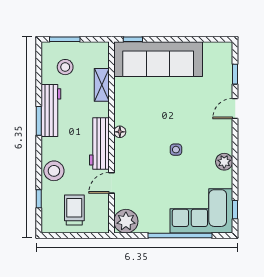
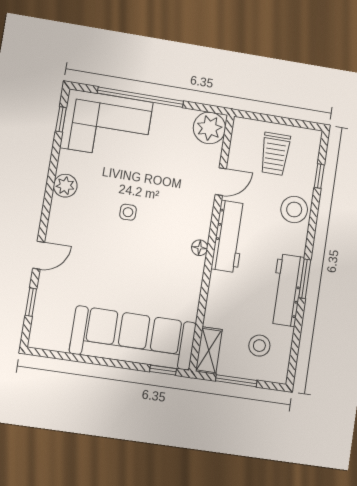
window: (65, 39) -> (236, 381), moved
shelving: (102, 85) -> (209, 350), moved

